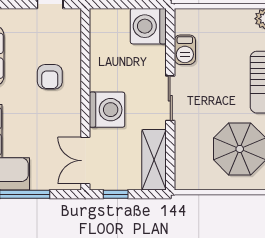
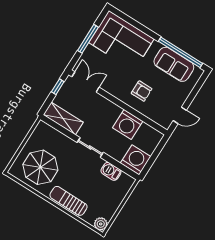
armchair: (50, 77) -> (142, 91), turned 180
washing machine: (107, 110) -> (128, 124), moved

